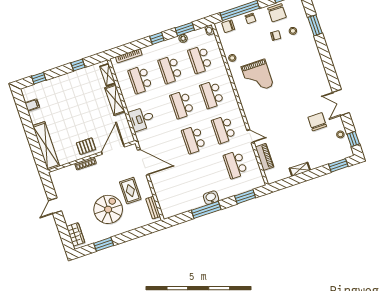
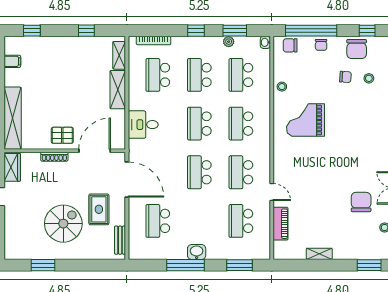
grand piano: (257, 76) -> (305, 120), turned 90
school desk: (175, 185) -> (158, 221), added
wardrobe: (76, 234) -> (12, 167), moved

